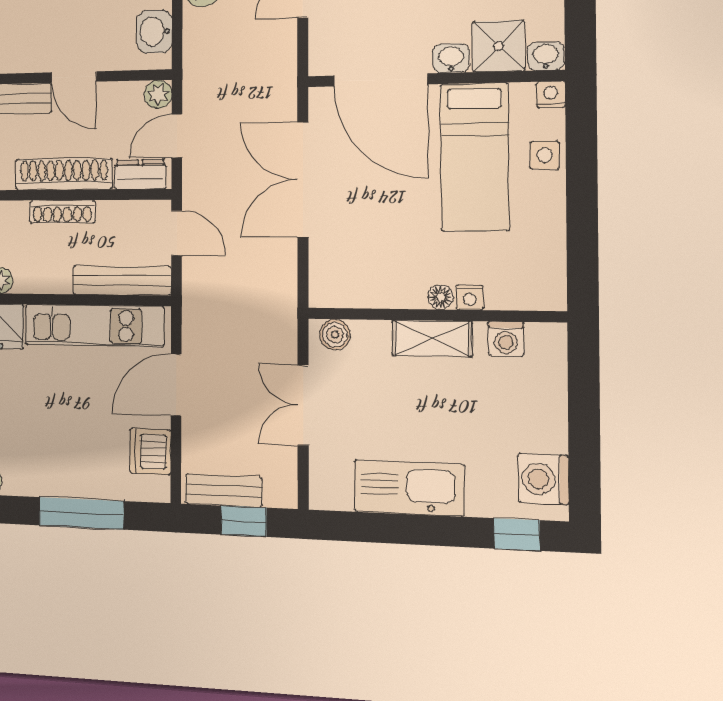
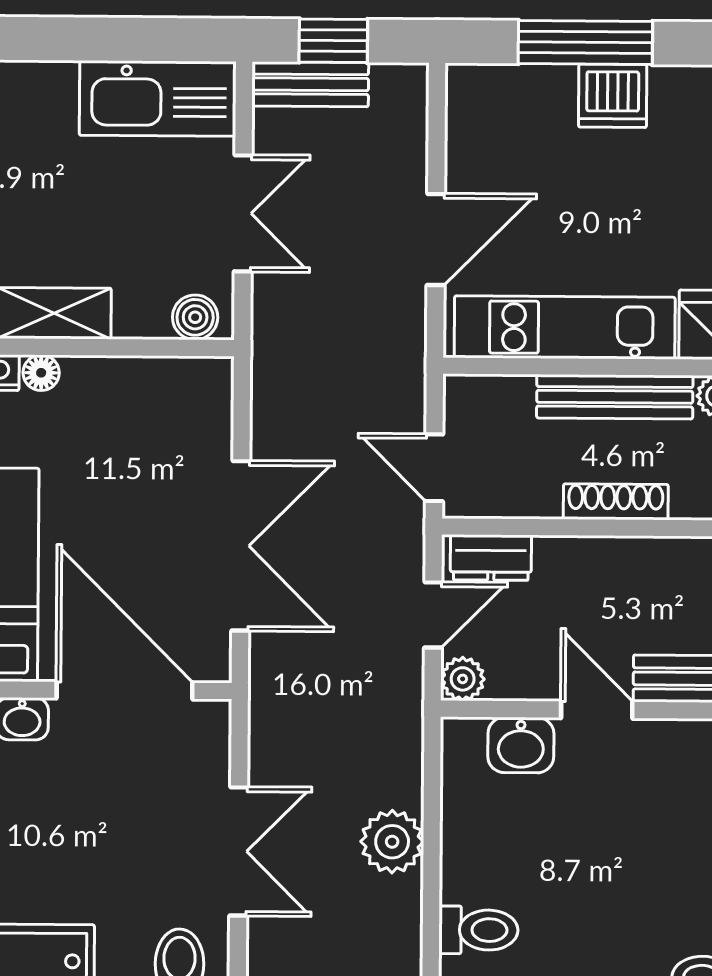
washbasin: (154, 31) -> (521, 745), moved, turned 90
shoe rack: (64, 174) -> (613, 560), removed
bench: (122, 281) -> (615, 397), moved
dishwasher: (150, 451) -> (613, 96), moved, turned 90
kitchen sink: (409, 488) -> (158, 98), moved
bench: (224, 491) -> (310, 84), moved

